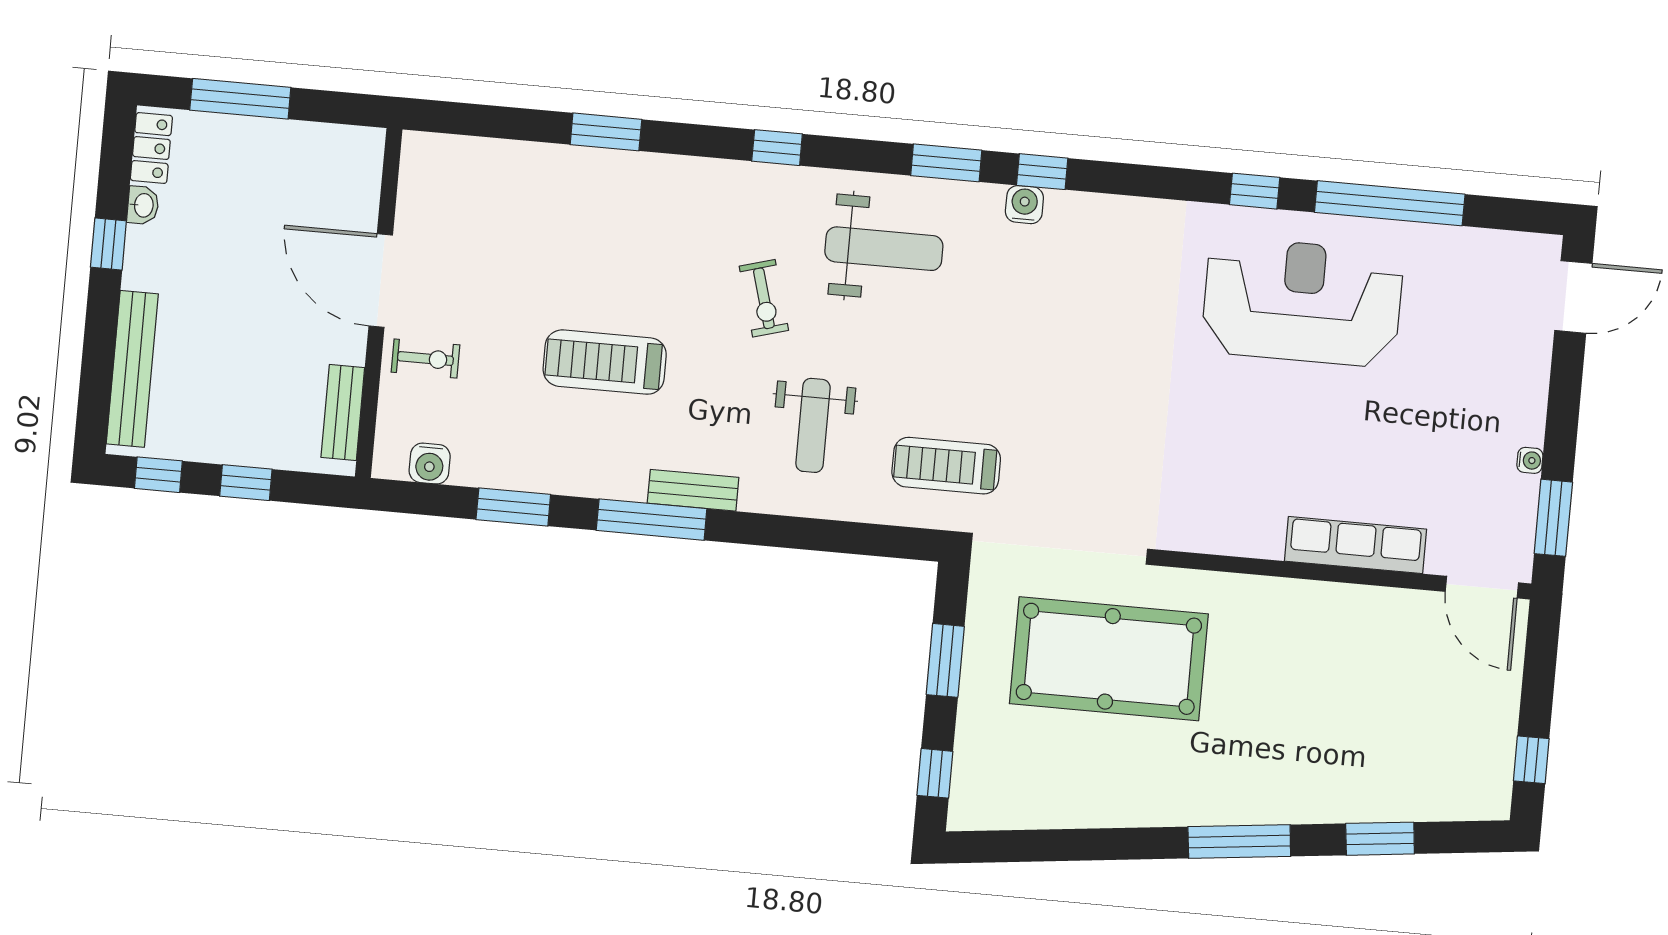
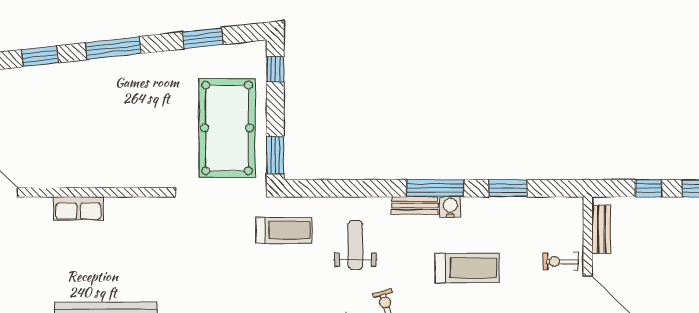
water cooler: (430, 464) -> (450, 207), moved
row of seats: (1356, 545) -> (78, 208), width x0.68
pool table: (1109, 659) -> (227, 128), moved, turned 90
window: (945, 660) -> (275, 155), moved
window: (1067, 845) -> (203, 38), added

